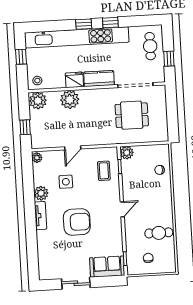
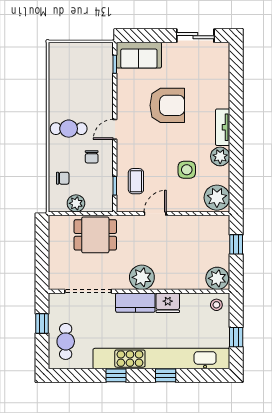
window: (84, 24) -> (166, 375), moved
plant: (70, 100) -> (142, 277), moved
dining table: (132, 115) -> (95, 235), moved
door: (73, 148) -> (155, 214), moved
plant: (127, 153) -> (76, 203), moved
plant: (37, 158) -> (217, 198), width x1.88, depth x1.88
armchair: (77, 222) -> (167, 105), moved, turned 180
cafe table: (159, 233) -> (69, 129), moved
chair: (148, 258) -> (92, 157), moved
sliding door: (76, 283) -> (195, 36), moved

